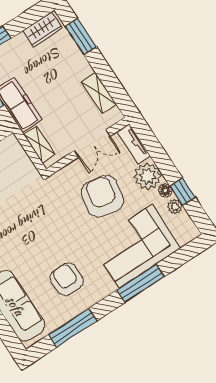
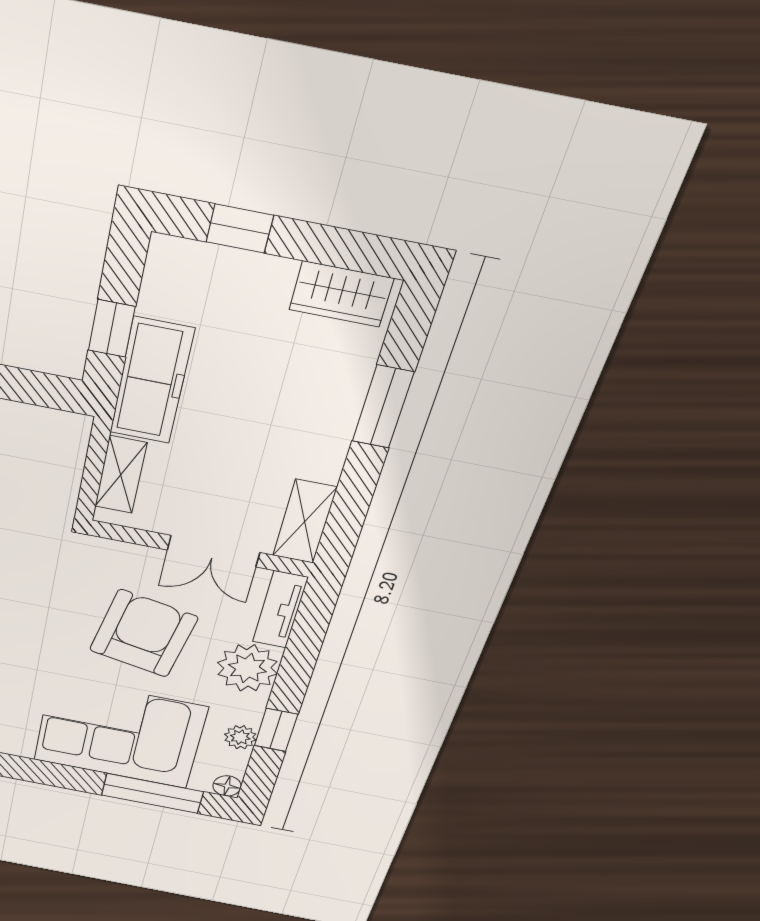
window: (81, 36) -> (383, 407), moved
shelving: (99, 93) -> (305, 522), moved
floor lamp: (165, 190) -> (227, 786), moved
window: (141, 283) -> (152, 793), moved

